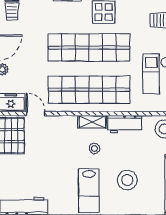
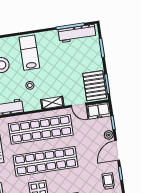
shelving: (92, 122) -> (52, 103), moved

